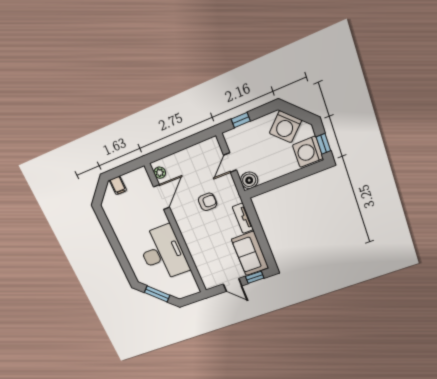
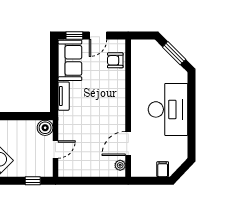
armchair: (208, 202) -> (115, 60), moved
desk: (163, 253) -> (168, 109), moved, turned 180
door: (233, 285) -> (98, 35), swing flipped

